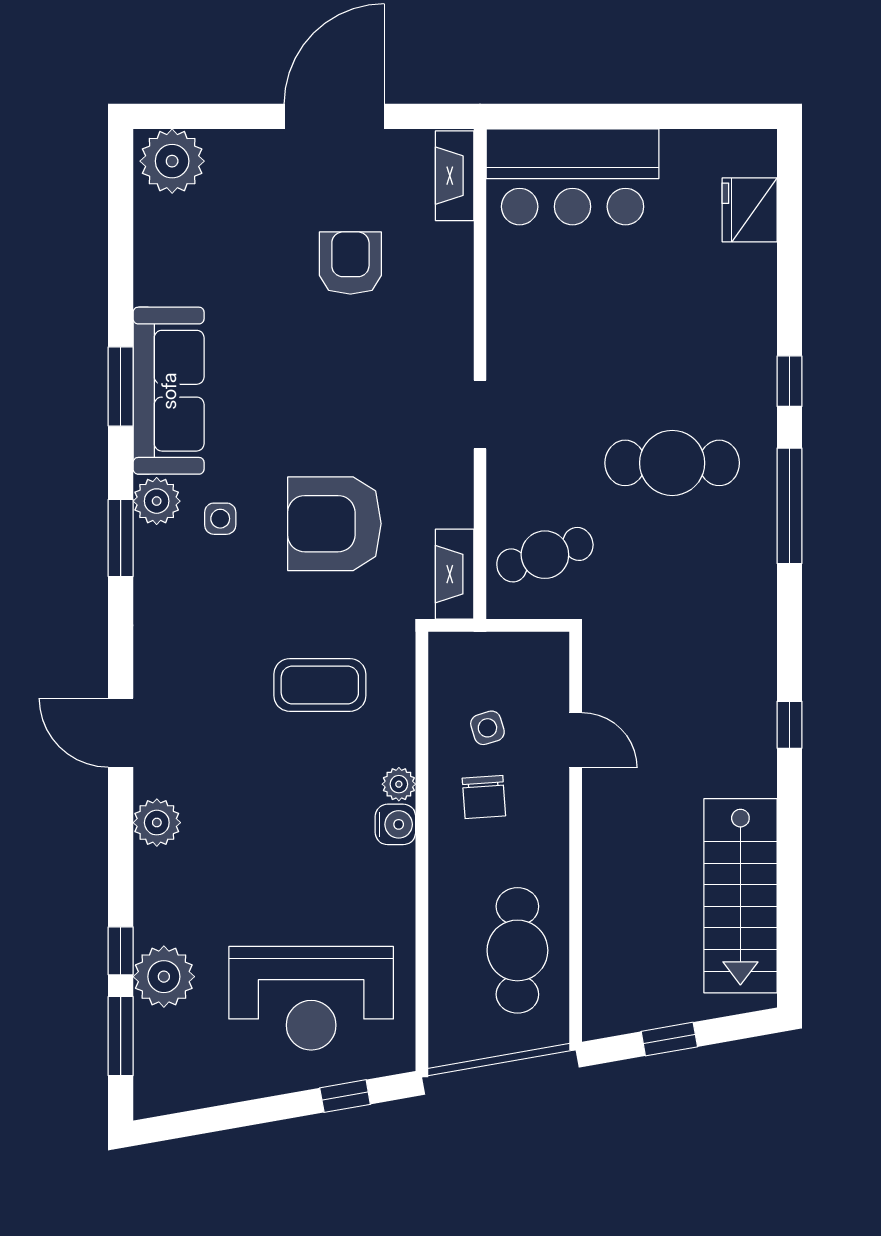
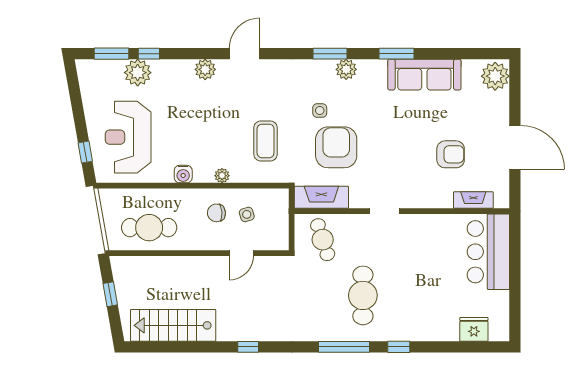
fireplace: (455, 176) -> (473, 200), moved
sofa: (169, 391) -> (424, 75), moved
side table: (220, 519) -> (320, 110), moved
fireplace: (455, 574) -> (321, 197), width x1.37, depth x1.32
water cooler: (395, 824) -> (183, 174), moved

